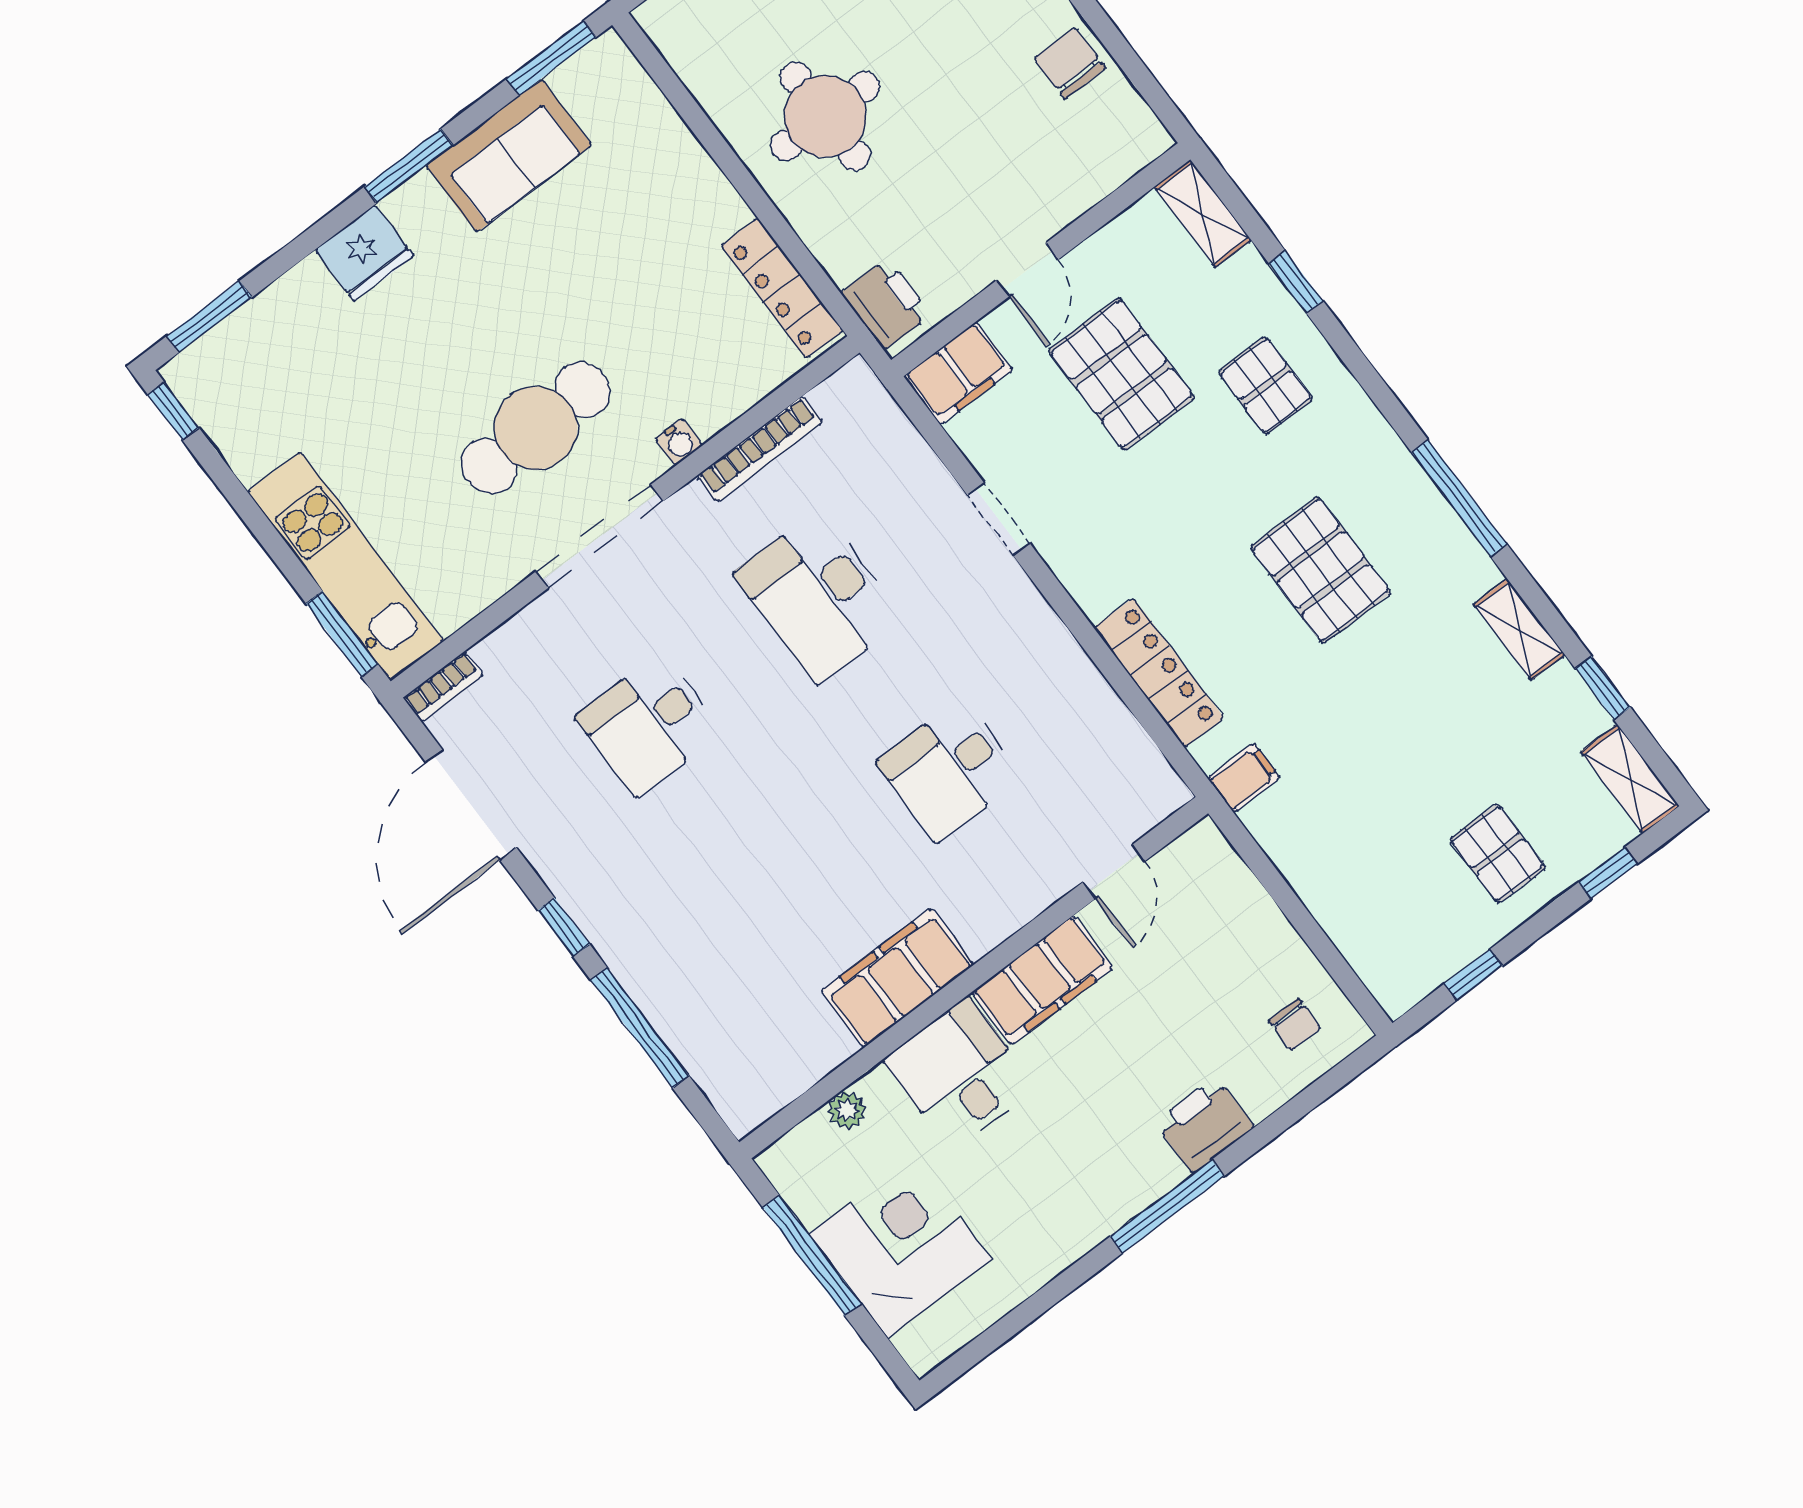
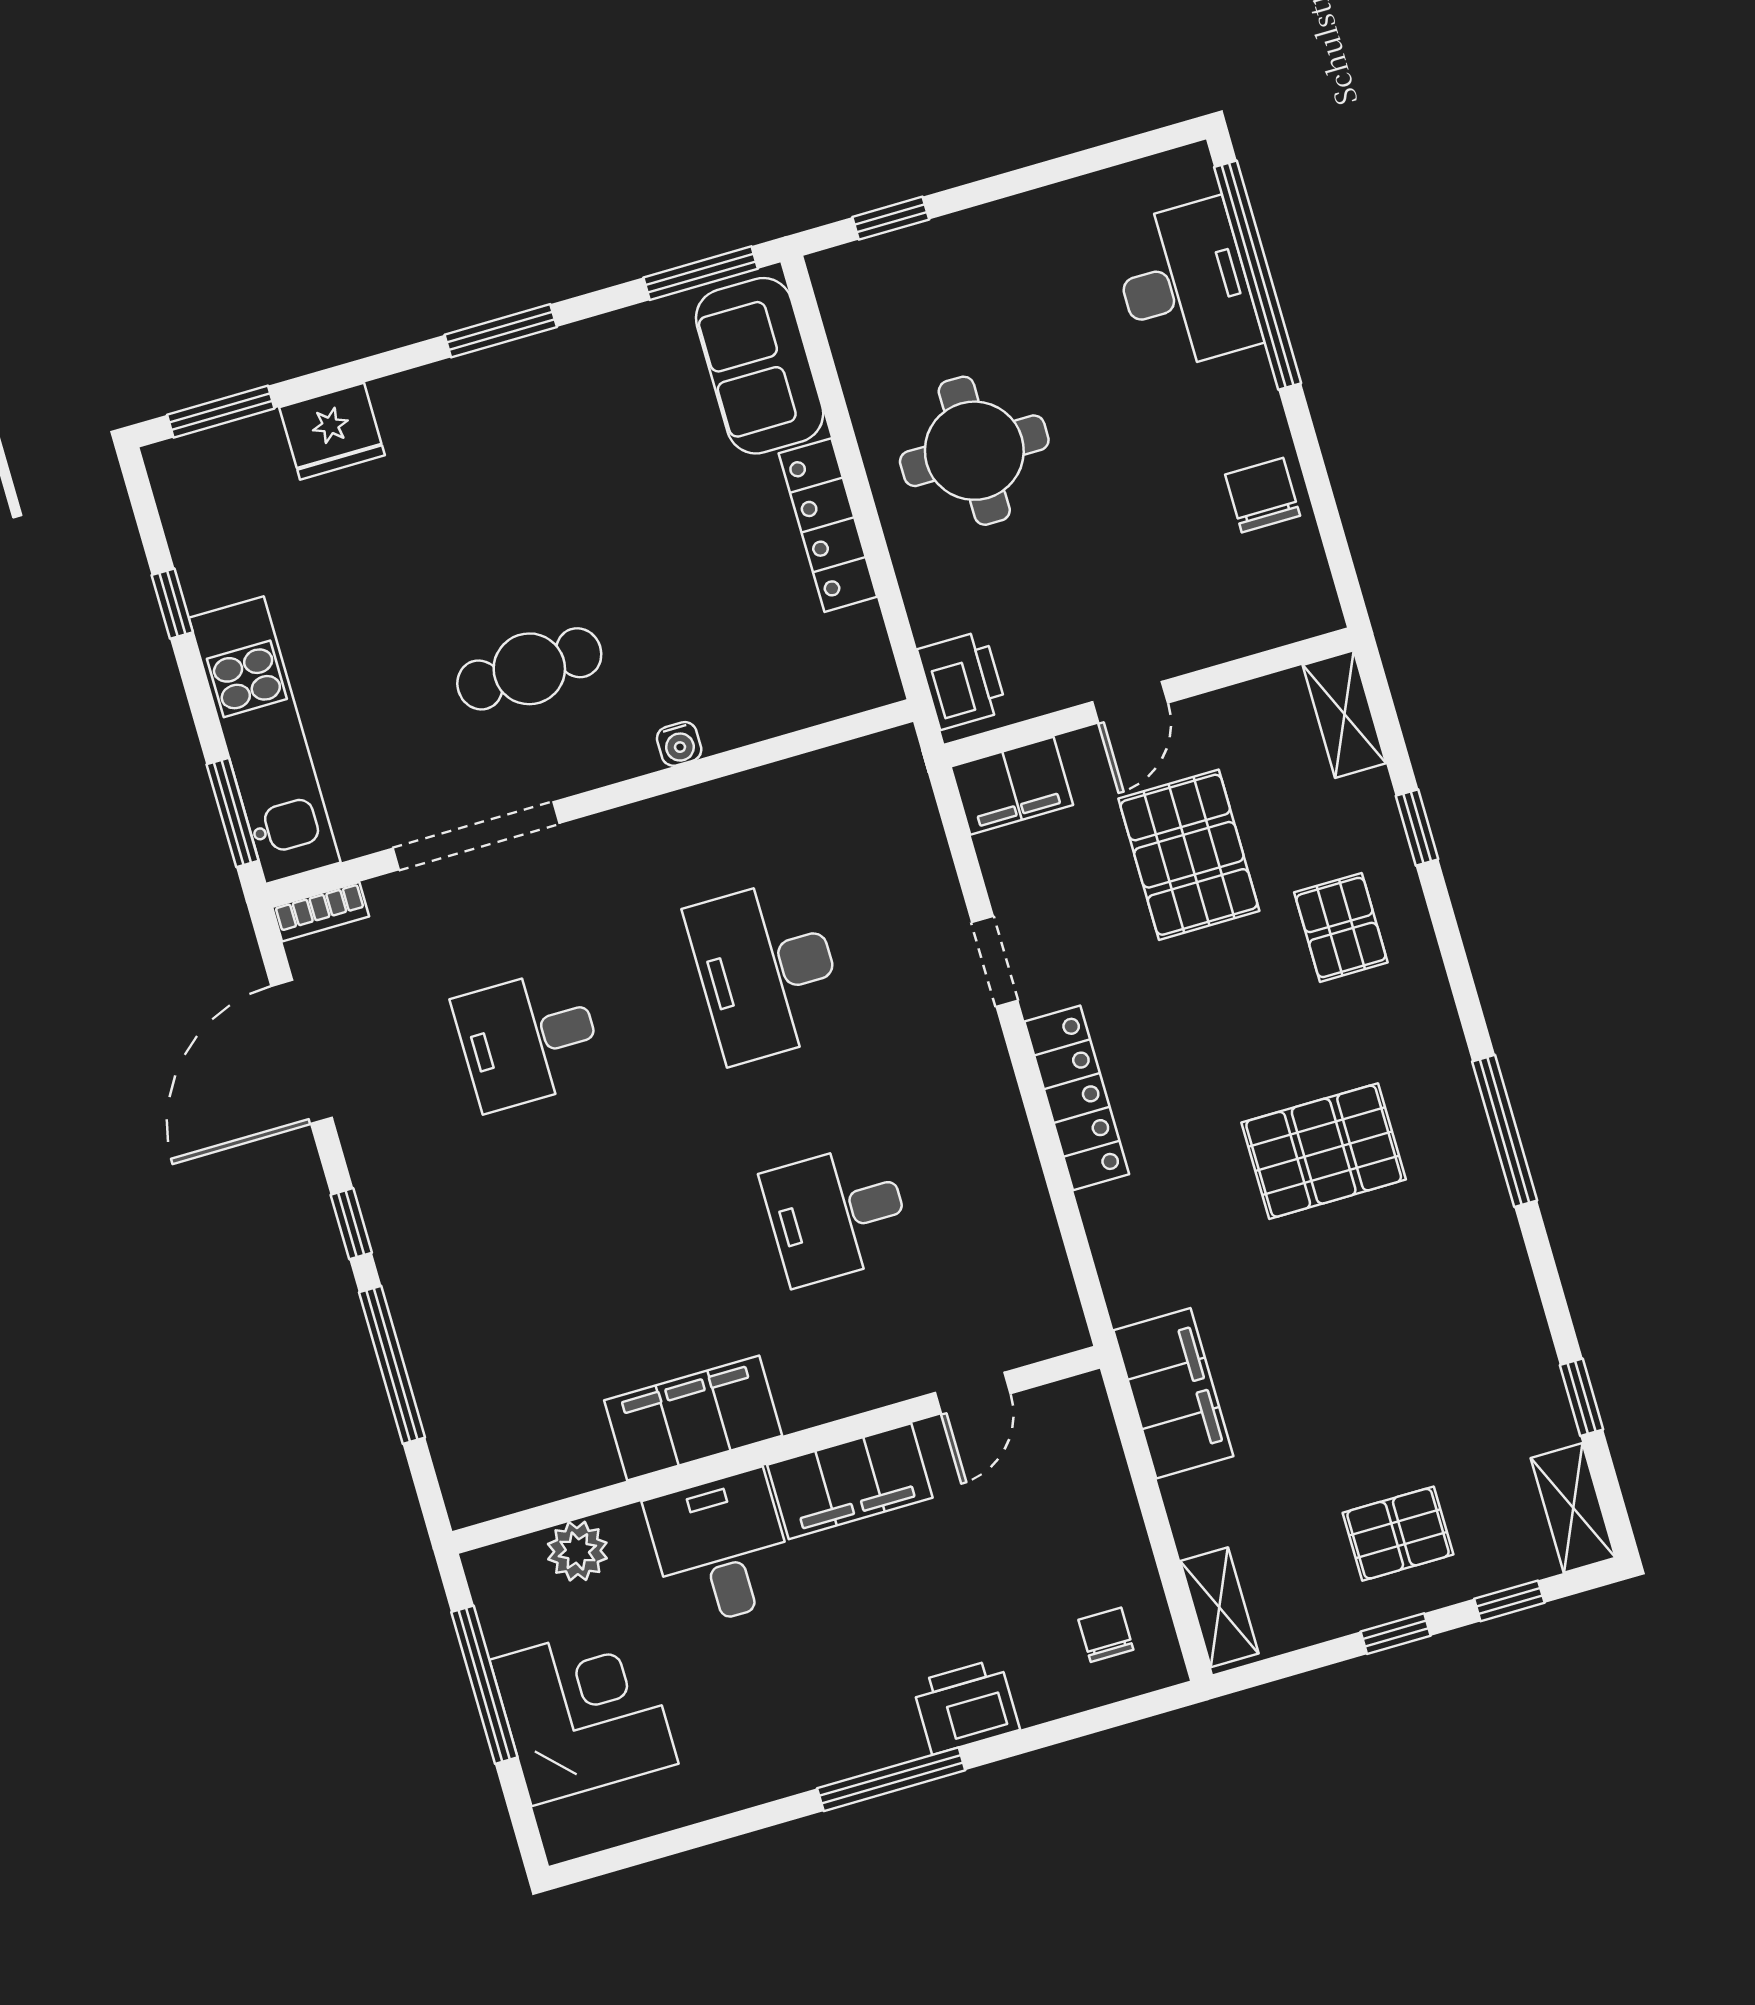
sofa: (509, 155) -> (760, 366), moved, turned 90
fridge: (364, 253) -> (332, 431), moved
locker: (782, 288) -> (828, 525), moved
window: (173, 411) -> (172, 604), moved
cafe table: (536, 428) -> (529, 669), width x0.73, depth x0.74
bookcase: (760, 449) -> (764, 786), removed
doorway: (600, 536) -> (476, 836), moved
pallet: (1320, 570) -> (1324, 1151), turned 90
shelving: (1519, 630) -> (1219, 1607), moved
locker: (1159, 673) -> (1077, 1098), moved
filing cabinet: (1244, 778) -> (1173, 1393), width x3.00, depth x1.17
pallet: (1498, 854) -> (1398, 1534), turned 90
window: (1473, 975) -> (1396, 1634), moved
chair: (1295, 1024) -> (1106, 1635), turned 180
plant: (847, 1110) -> (577, 1551), width x1.38, depth x1.38

